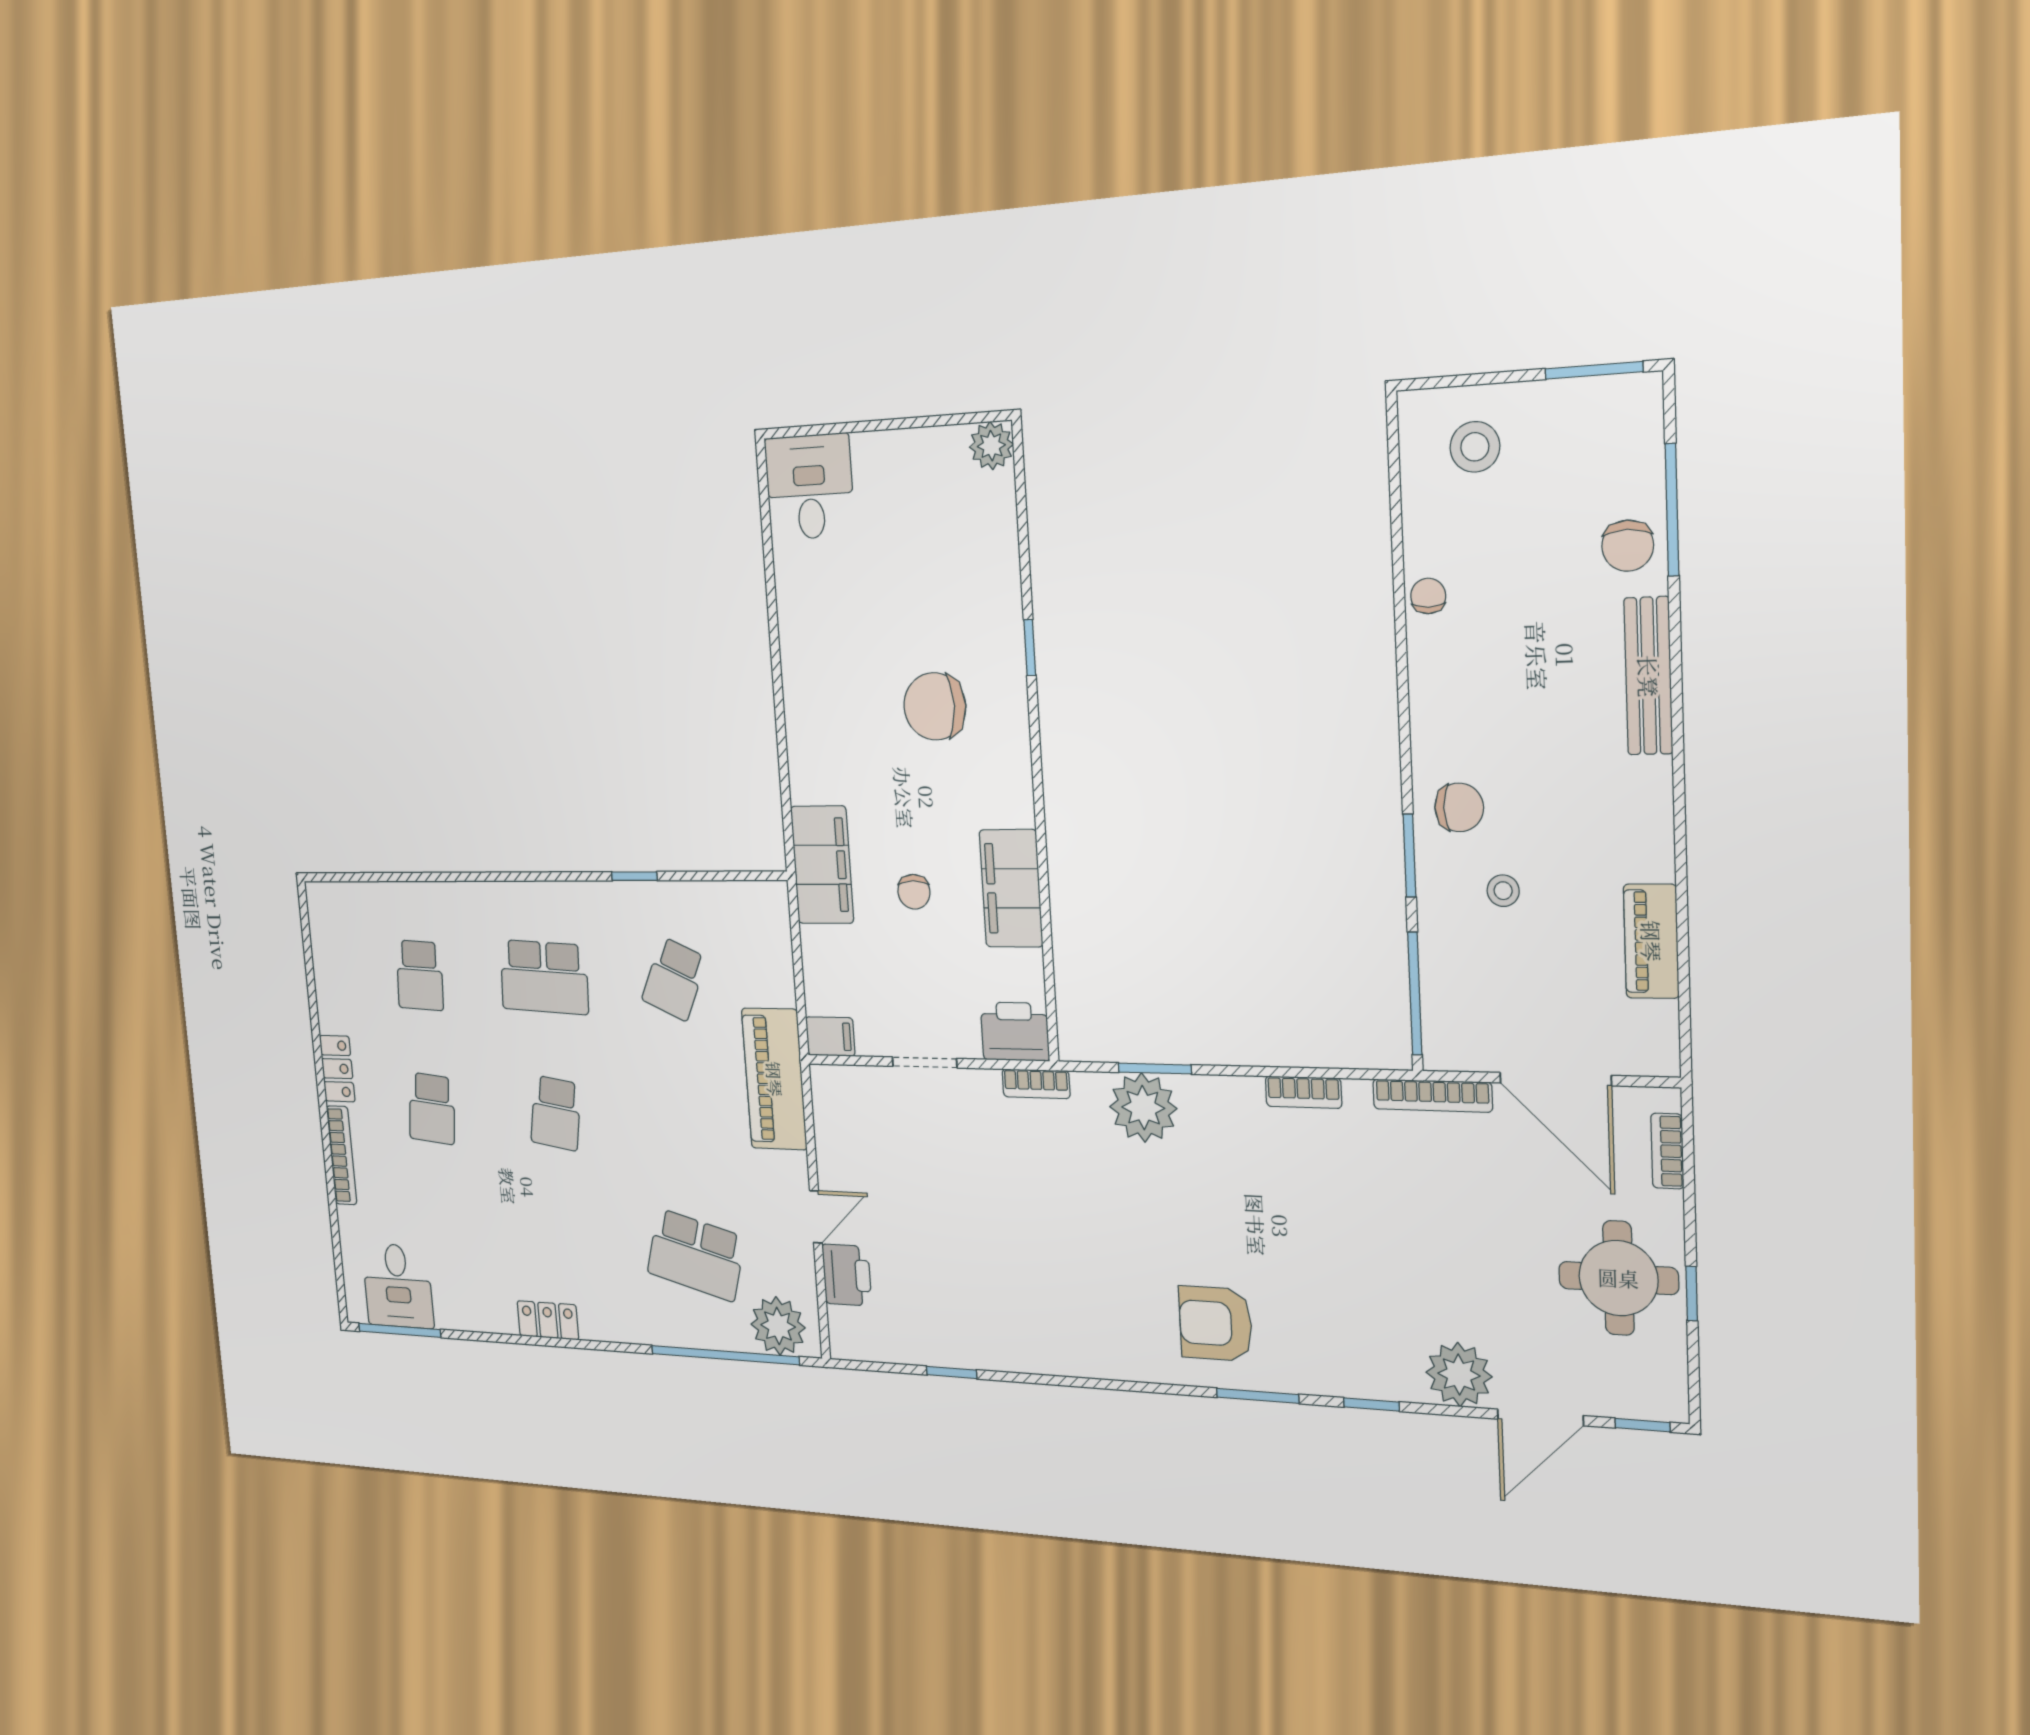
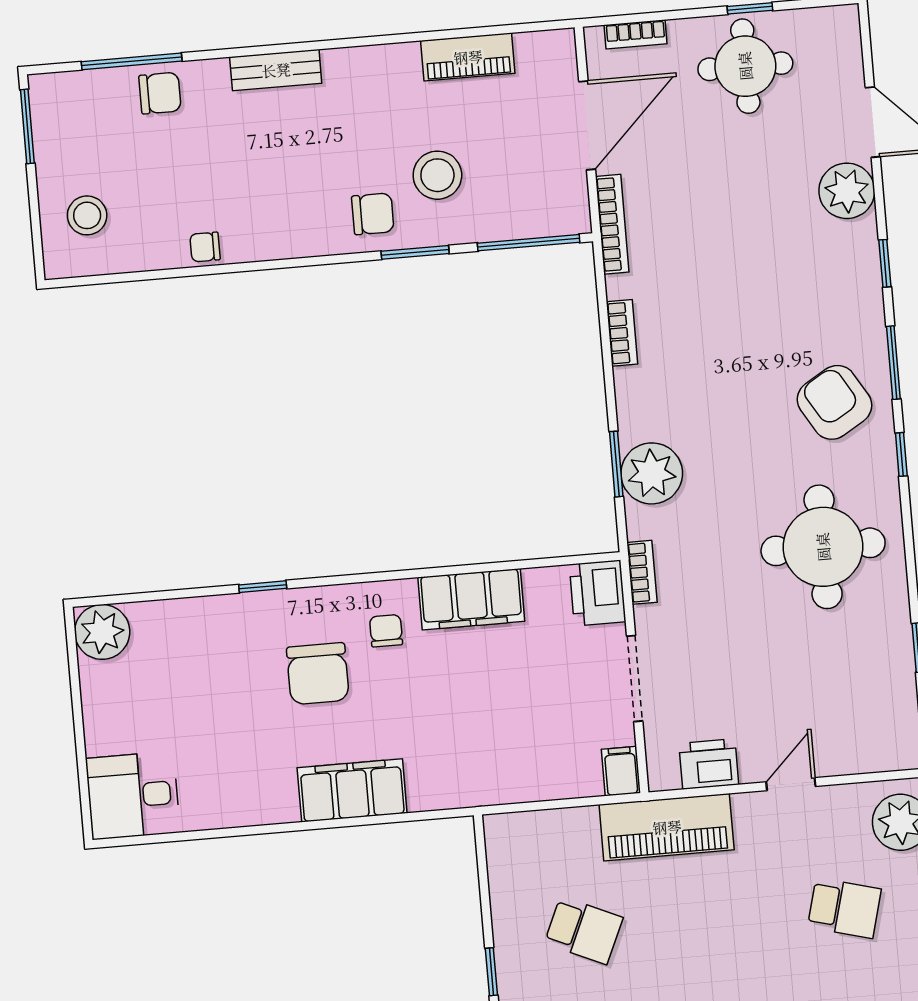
plant: (991, 446) -> (102, 632), width x1.36, depth x1.36
bench: (1648, 676) -> (276, 70), width x0.73
chair: (1459, 807) -> (373, 214), turned 90
filing cabinet: (822, 865) -> (352, 790), moved
stool: (1503, 891) -> (437, 175), width x1.89, depth x1.89
chair: (914, 892) -> (386, 631), moved, turned -90
doorway: (925, 1062) -> (635, 678), width x1.38
door: (816, 1217) -> (791, 784), hinge flipped
school desk: (696, 1255) -> (844, 908), width x0.54
printer: (847, 1275) -> (709, 764), moved
round table: (1059, 1287) -> (823, 547), added
armchair: (1216, 1323) -> (835, 402), turned 149
window: (1643, 1425) -> (901, 454), moved

